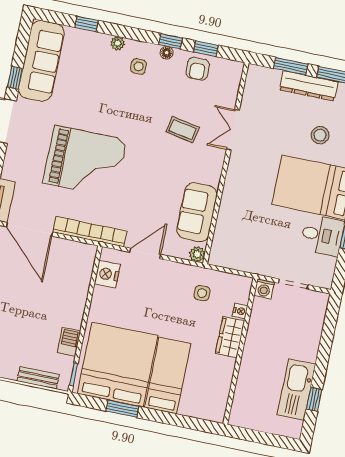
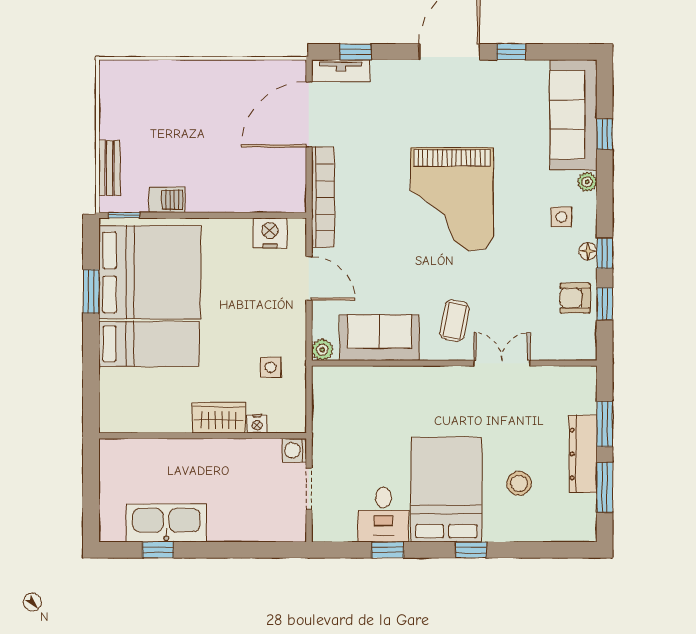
sofa: (41, 61) -> (573, 115), moved, turned 90
coffee table: (183, 130) -> (455, 321), moved
grand piano: (85, 161) -> (452, 199), moved

